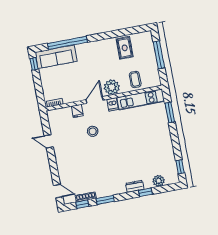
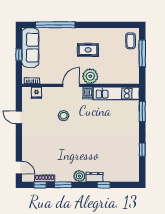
rug: (125, 48) -> (88, 50), moved, turned 90
sofa: (56, 57) -> (30, 48), moved, turned -90
window: (34, 64) -> (19, 55), moved
coffee table: (135, 79) -> (131, 41), moved
fridge: (77, 111) -> (36, 93), moved
window: (180, 167) -> (142, 150), moved
plant: (159, 181) -> (79, 176), moved

